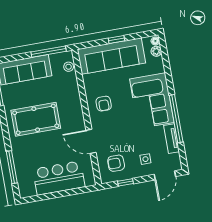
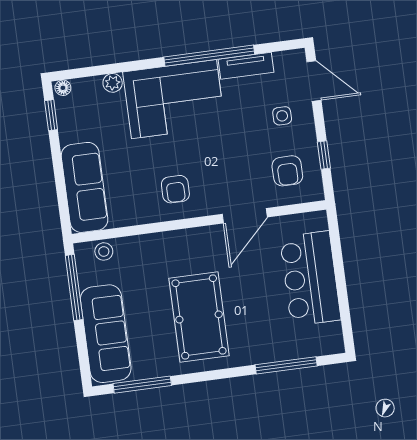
window: (116, 40) -> (51, 115), moved
plant: (156, 51) -> (113, 83), moved
sofa: (111, 56) -> (85, 187), width x0.74, depth x0.79
armchair: (104, 104) -> (175, 189), turned 90

